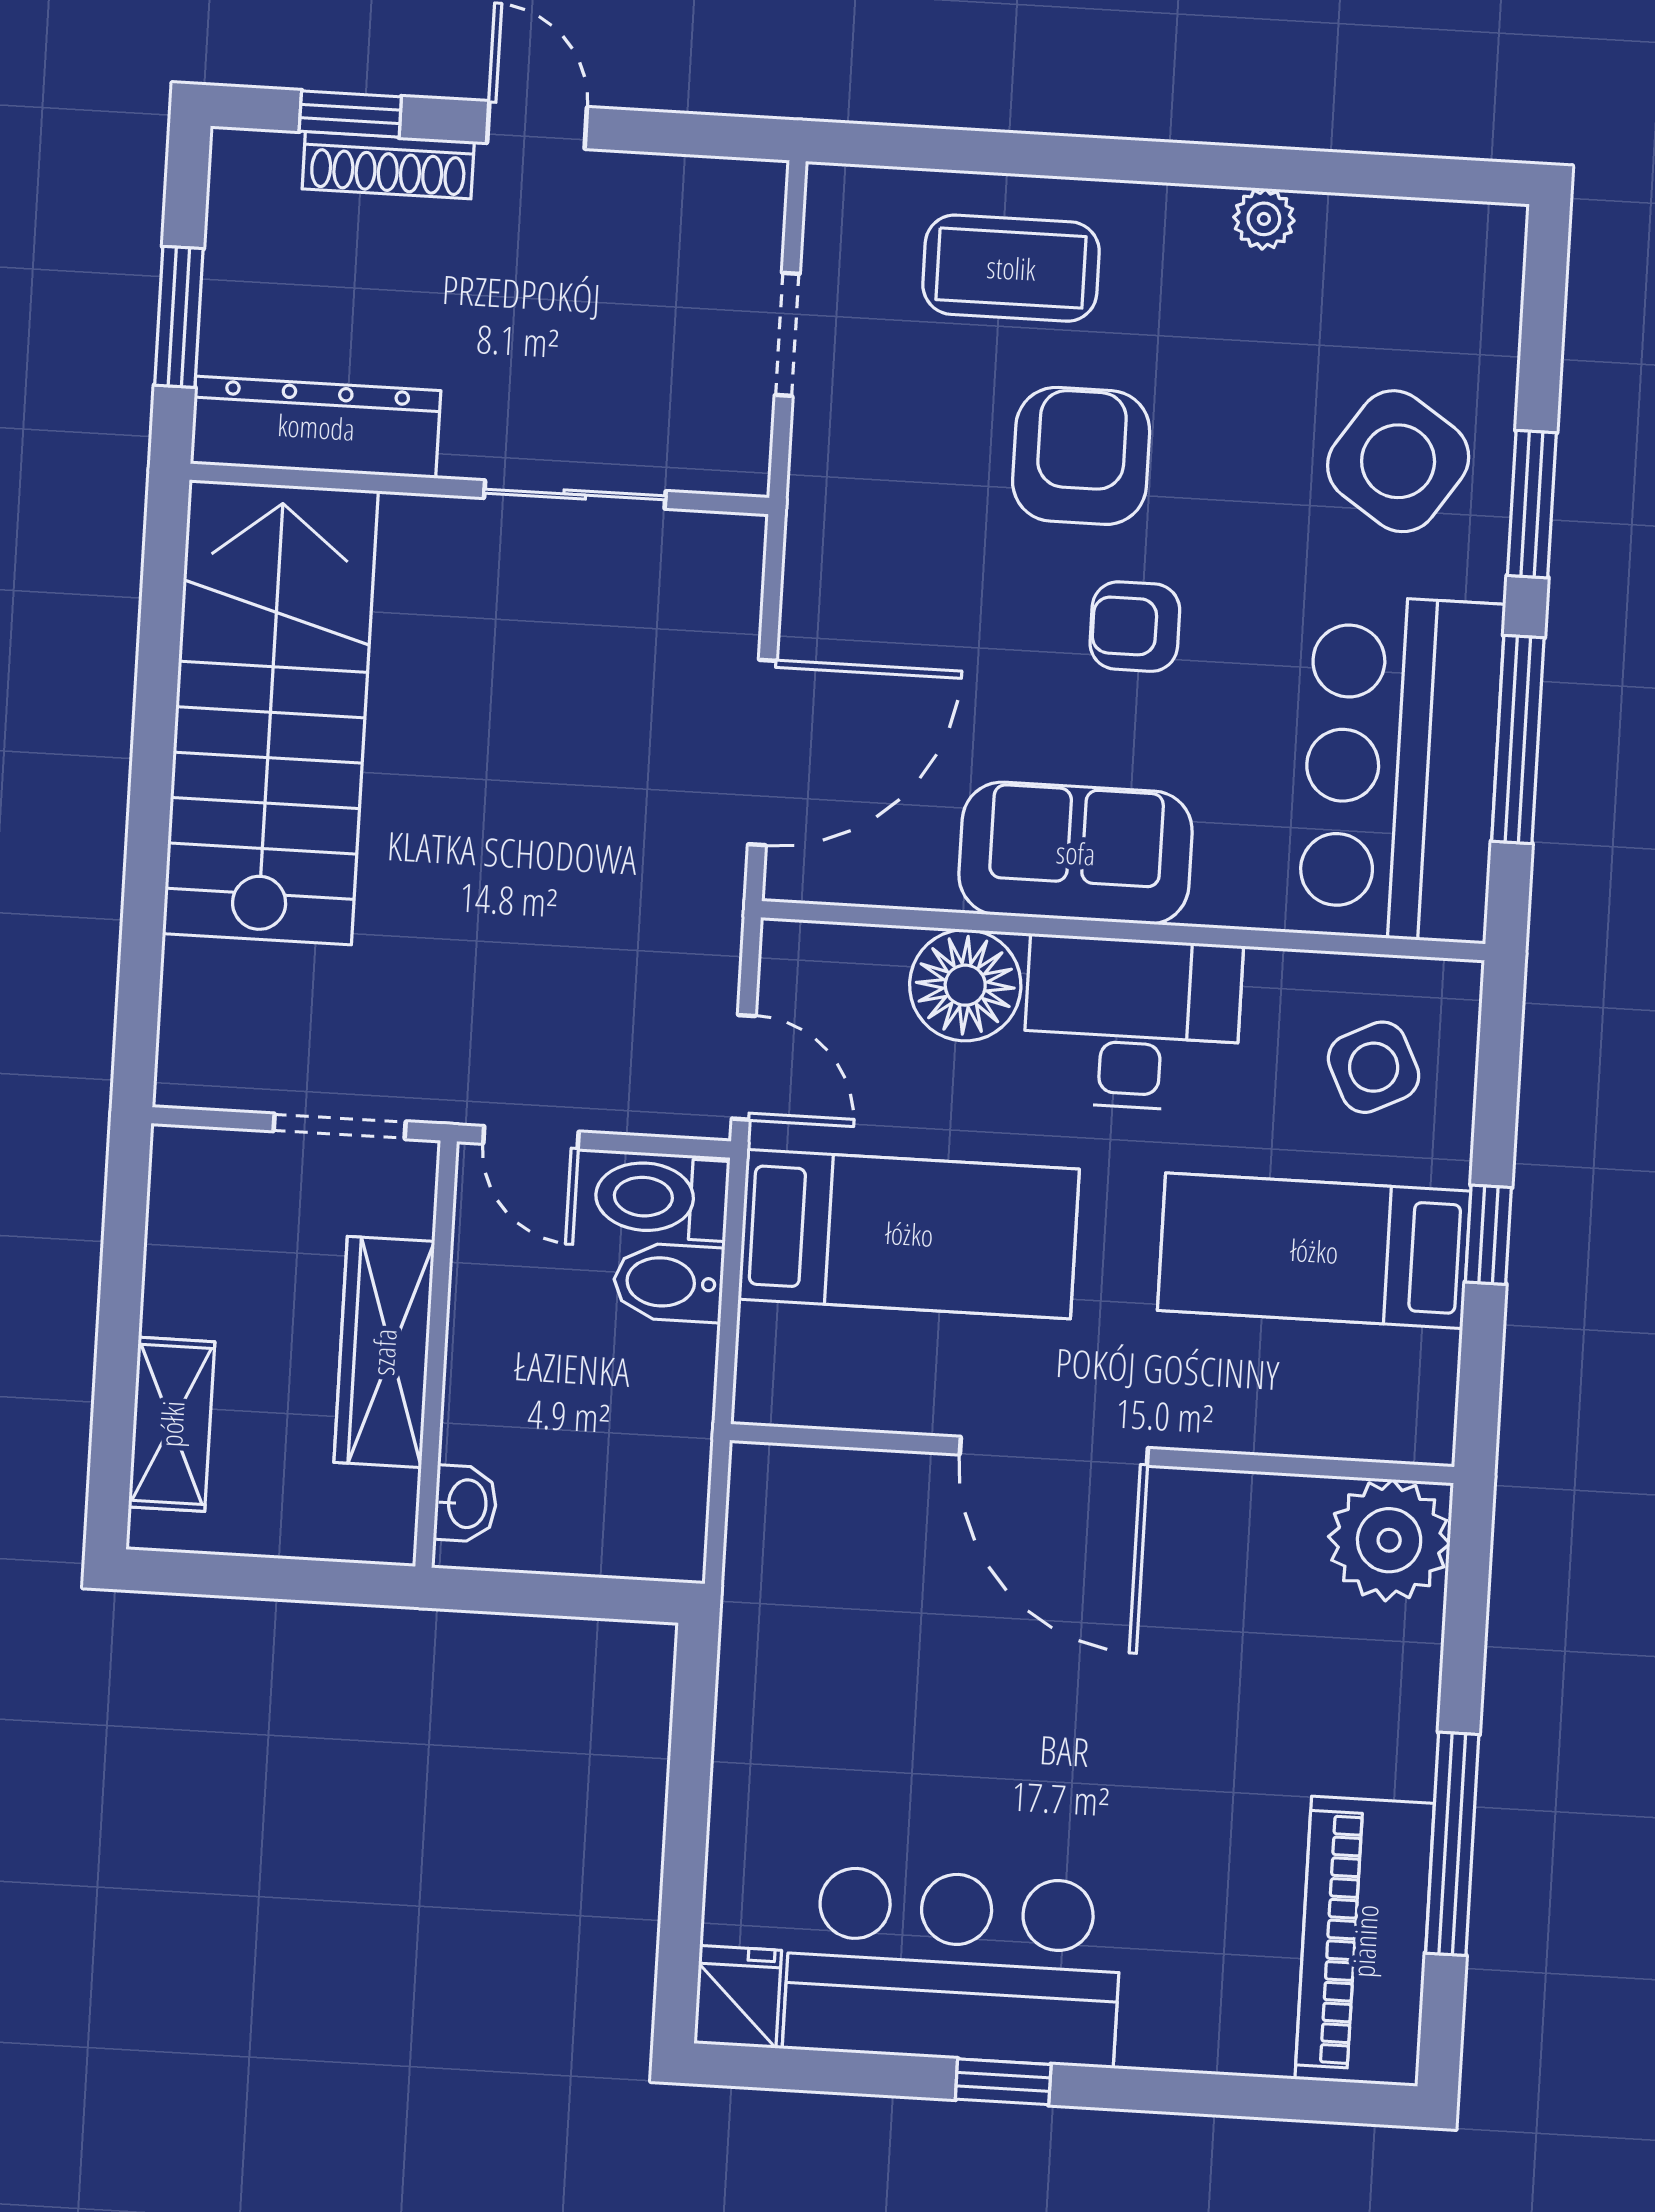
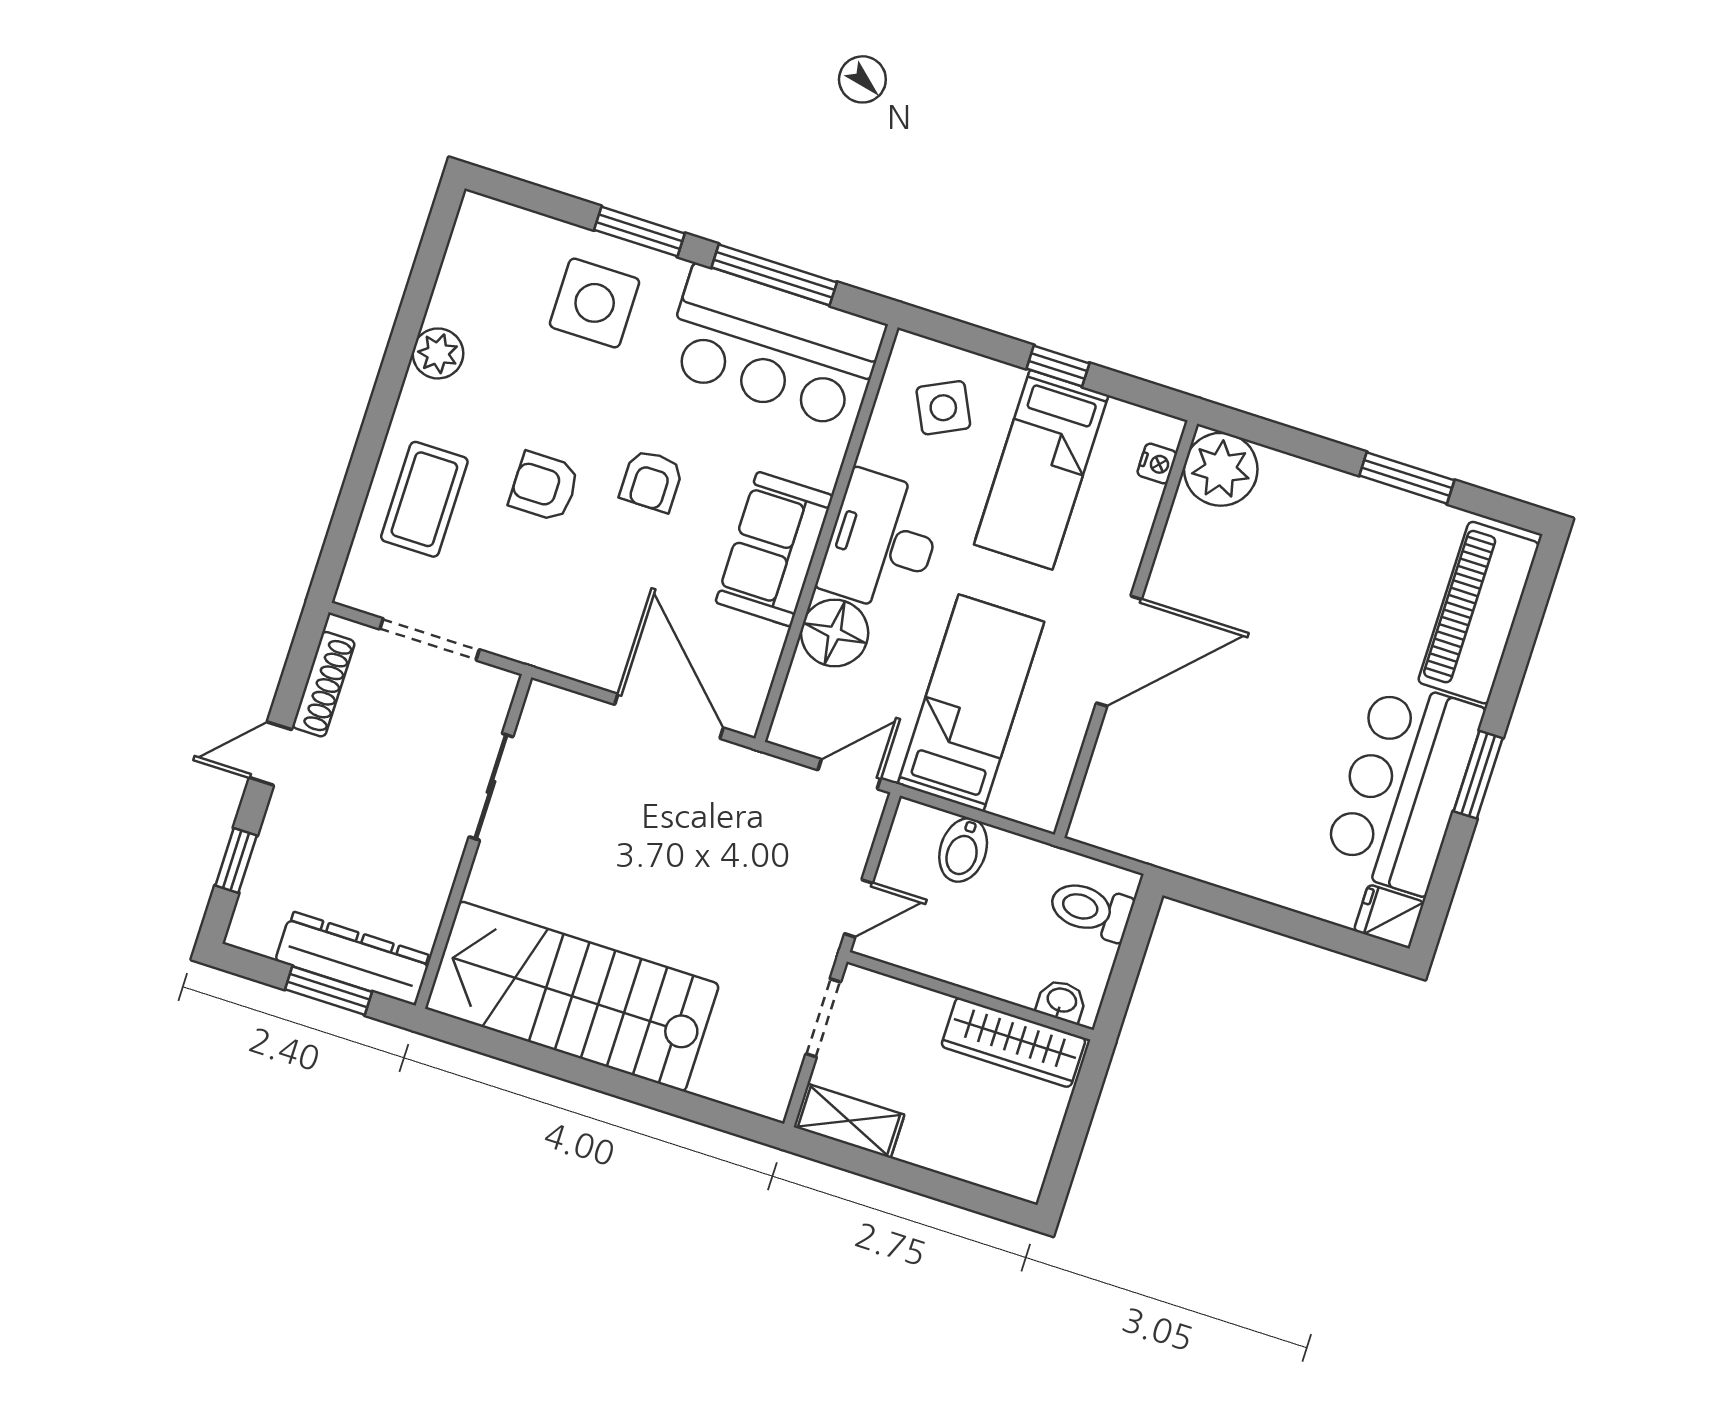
shoe rack: (388, 165) -> (324, 684), moved
plant: (1264, 219) -> (438, 353), width x1.38, depth x1.38
doorway: (787, 334) -> (430, 639), width x1.38
dresser: (316, 427) -> (353, 958), moved, turned 90
armchair: (1081, 456) -> (544, 487), width x0.72, depth x0.72
side table: (1398, 461) -> (595, 303), turned -34
toilet: (662, 1198) -> (1091, 910), moved, turned 90
wardrobe: (384, 1352) -> (1013, 1042), moved
shelving: (172, 1424) -> (849, 1121), moved
nightstand: (1372, 1435) -> (1157, 464), added
window: (1452, 1844) -> (1407, 478), width x0.69
piano: (1365, 1941) -> (1479, 613), moved, turned 90
window: (1003, 2082) -> (1478, 775), width x1.50

